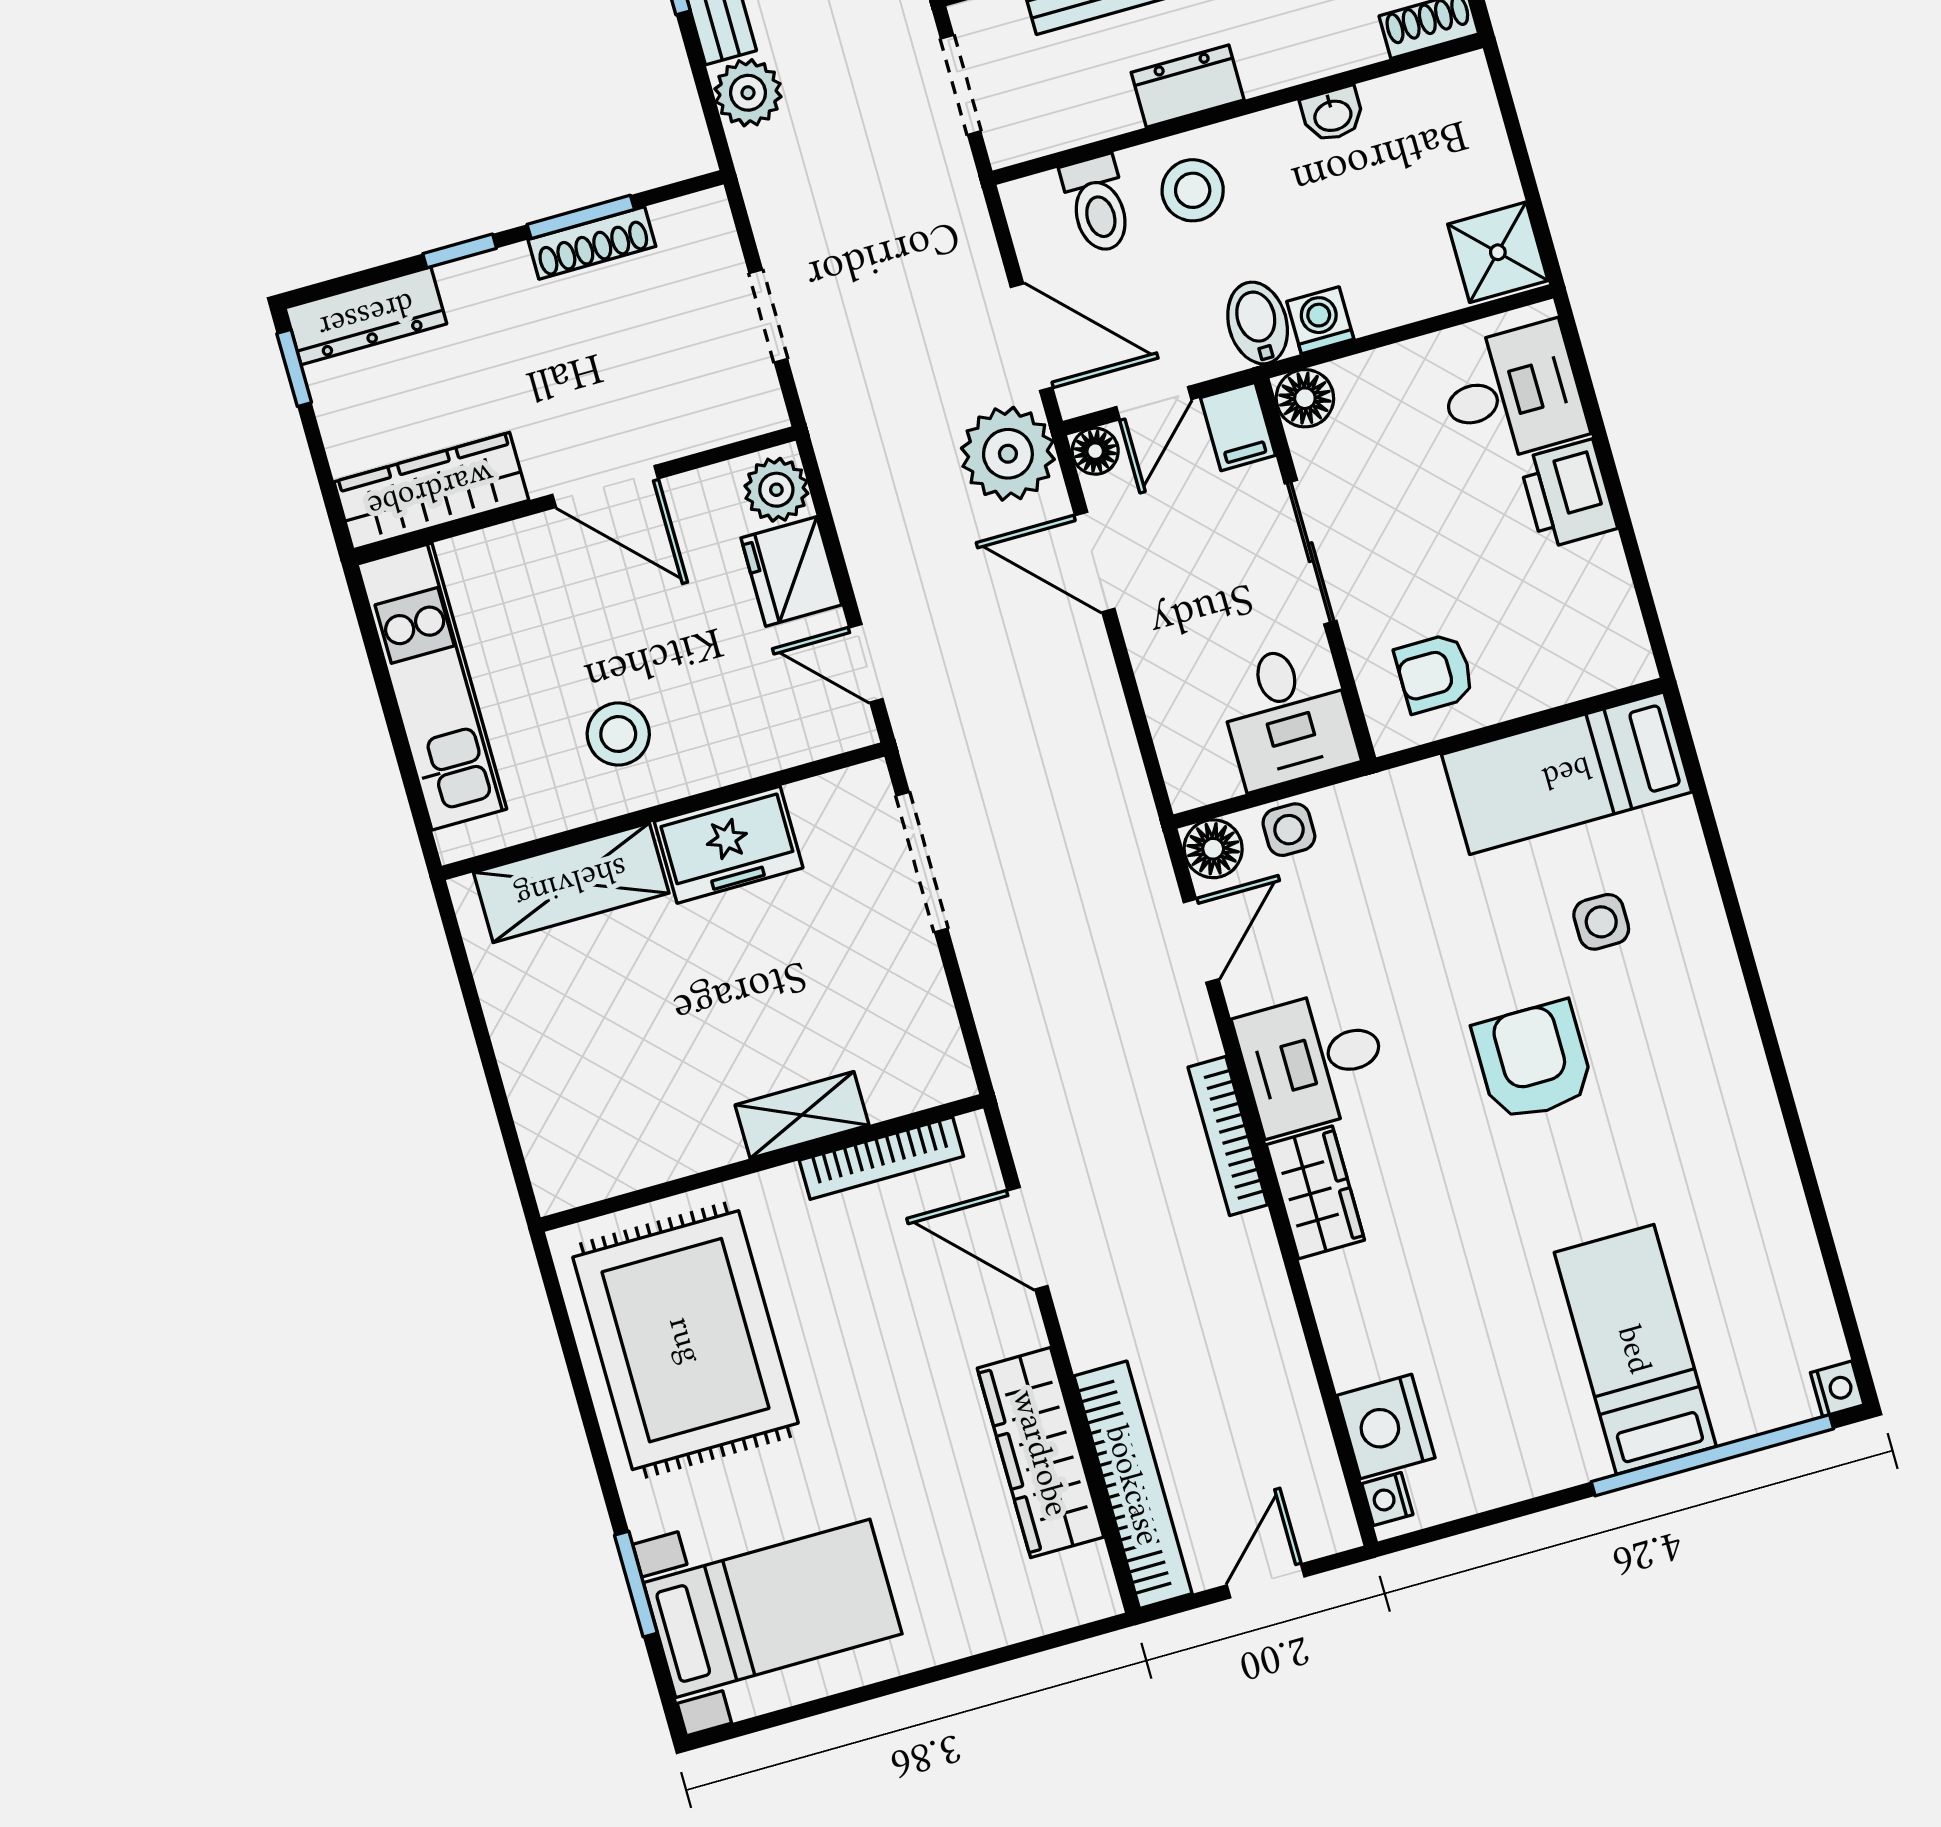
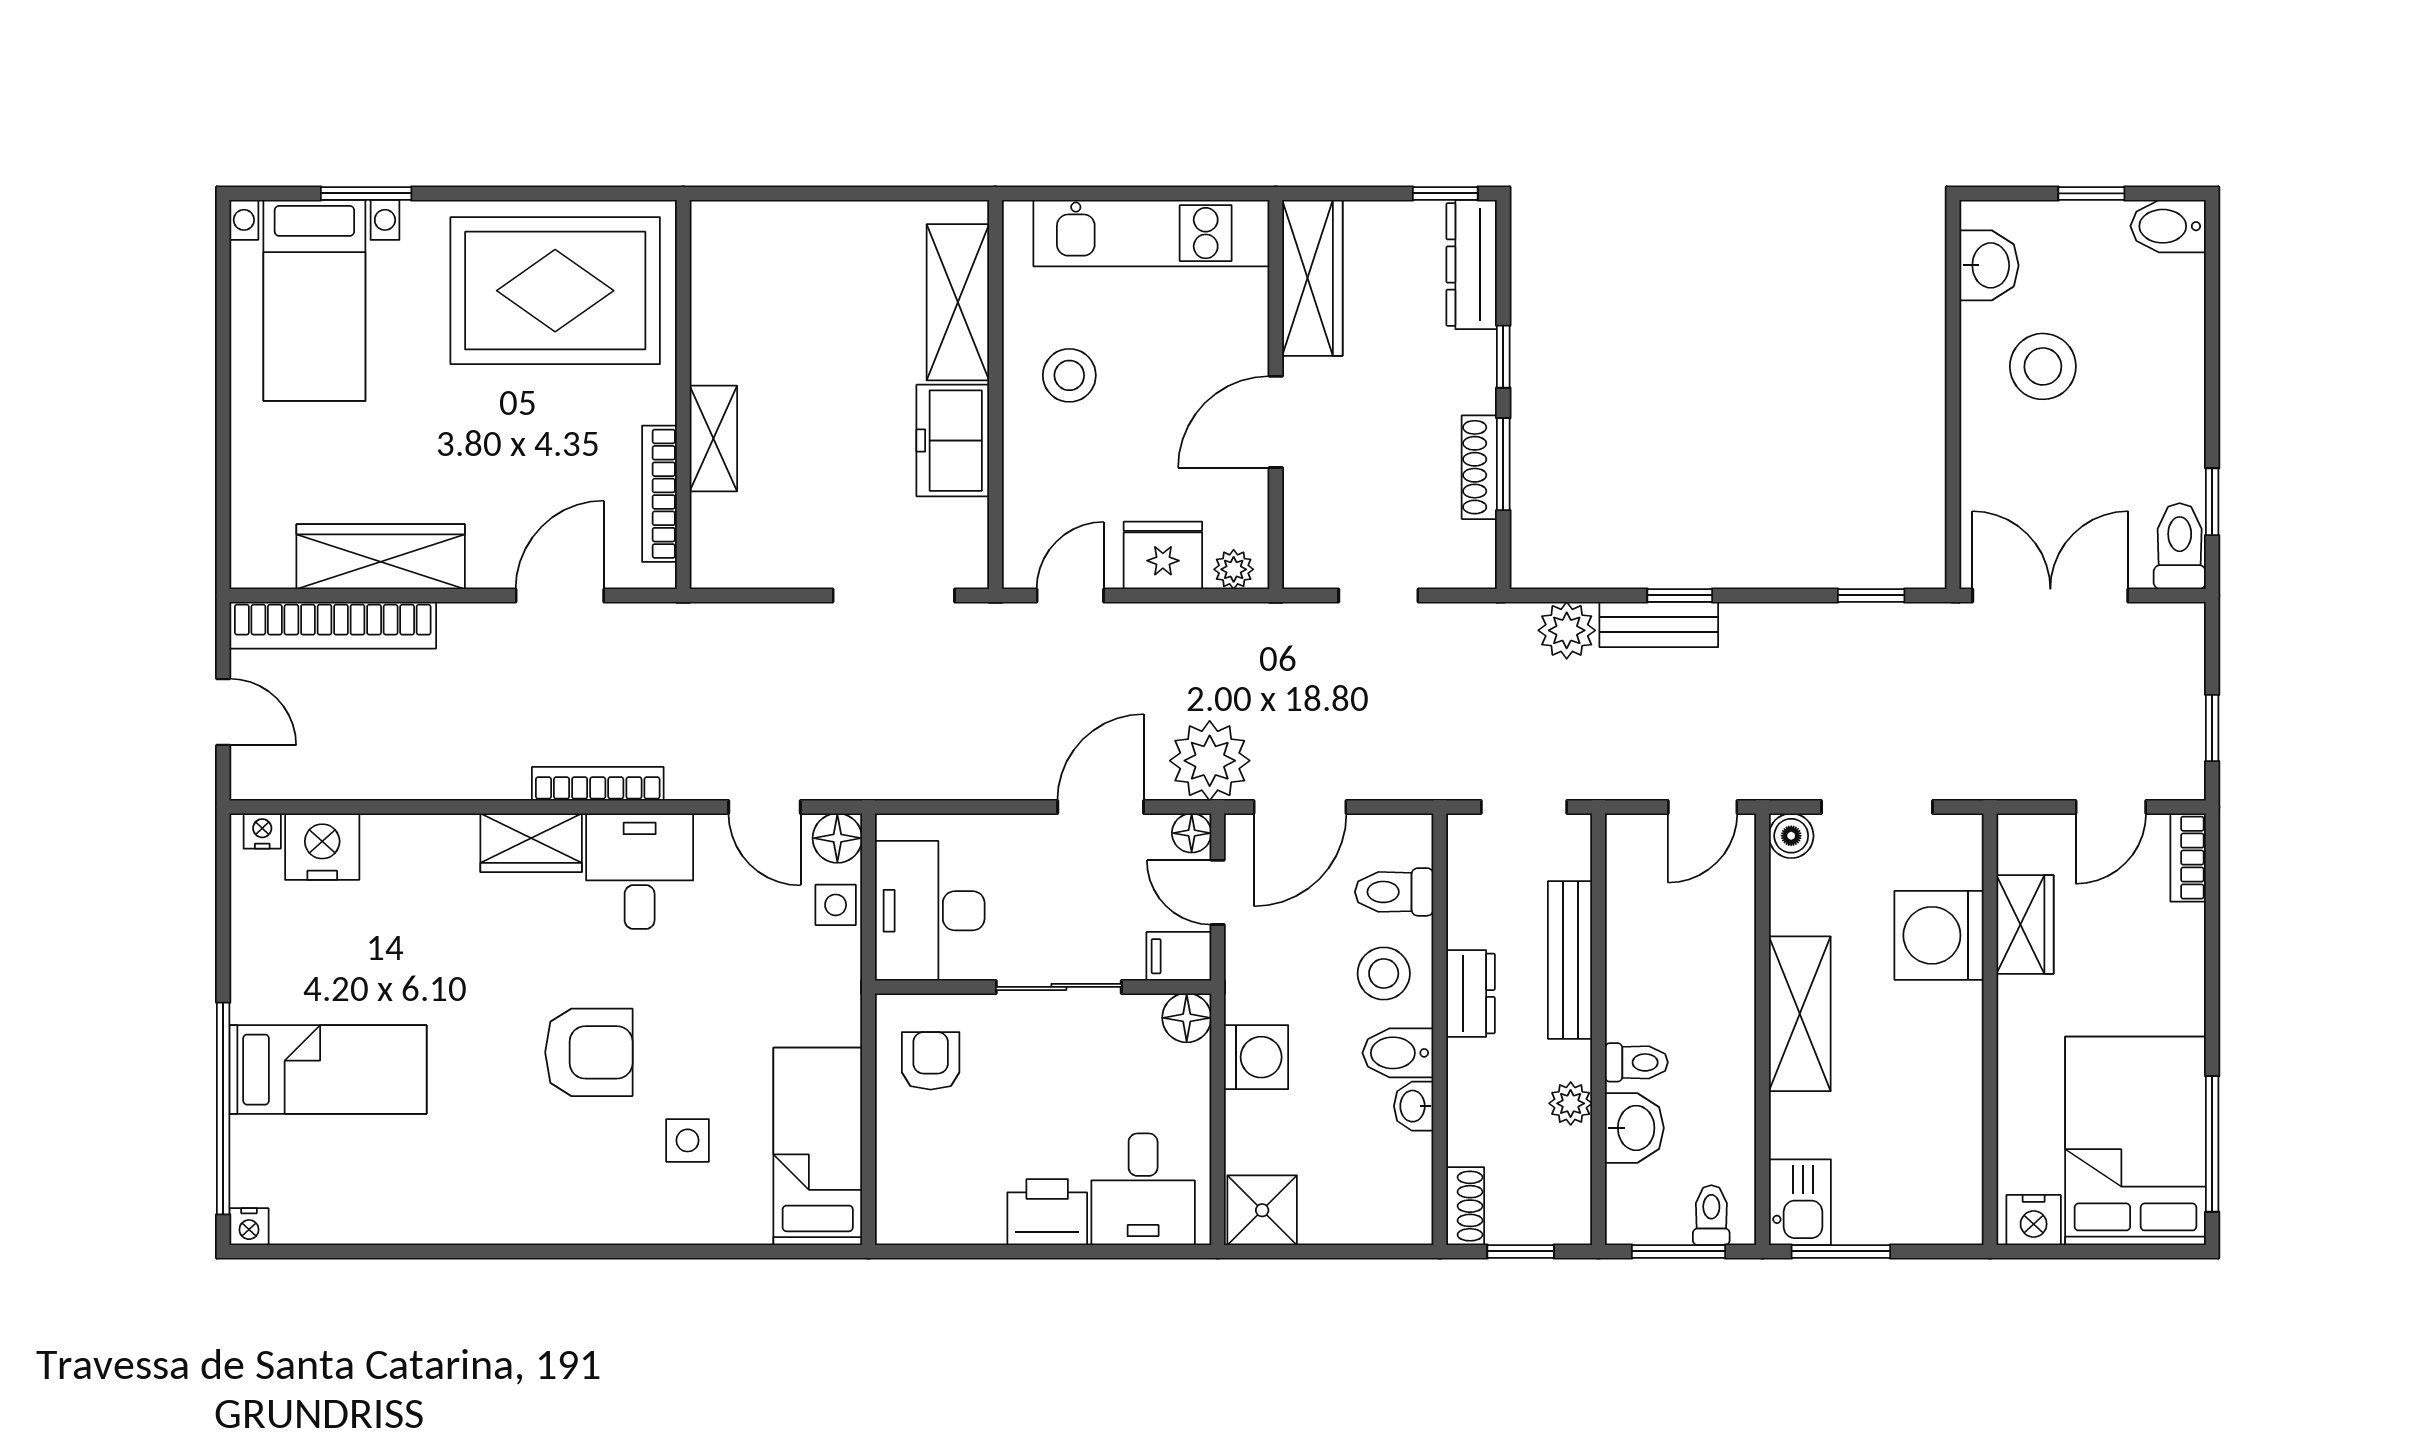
washing machine: (1320, 320) -> (1256, 1057), width x1.38, depth x1.38
bidet: (1258, 323) -> (1398, 1053), moved, turned 180
plant: (776, 490) -> (1234, 569), width x0.73, depth x0.73
desk: (1287, 716) -> (930, 911), width x1.37

